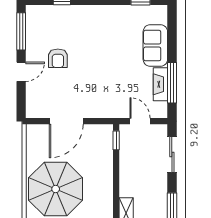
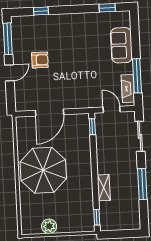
armchair: (58, 58) -> (40, 60), turned -90
fireplace: (160, 84) -> (128, 89), moved

